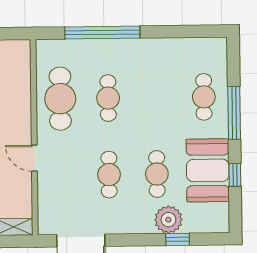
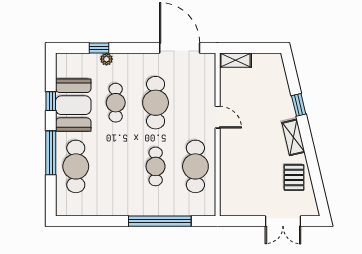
cafe table: (204, 97) -> (76, 166), width x1.37, depth x1.35
cafe table: (109, 175) -> (156, 103), width x1.37, depth x1.35
plant: (168, 220) -> (106, 59), width x0.53, depth x0.53

